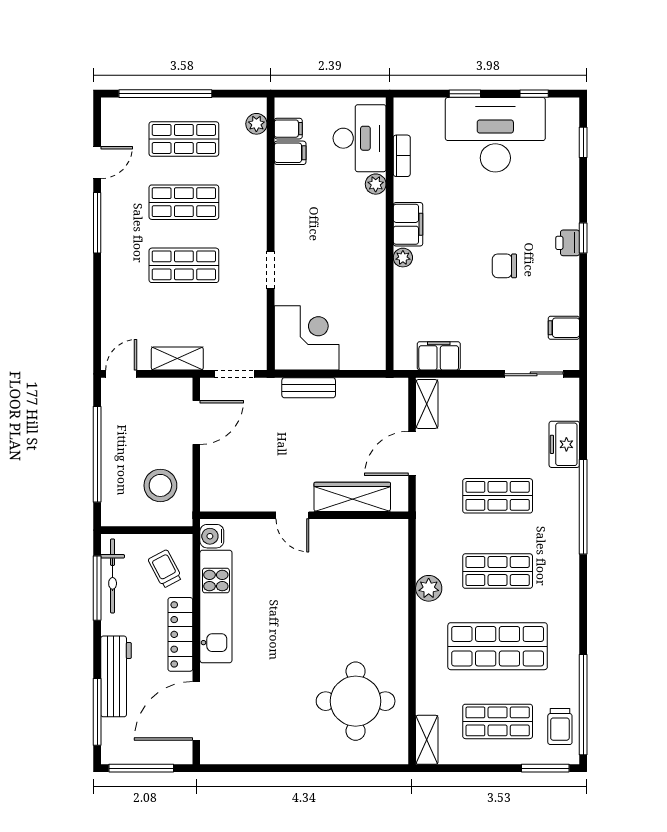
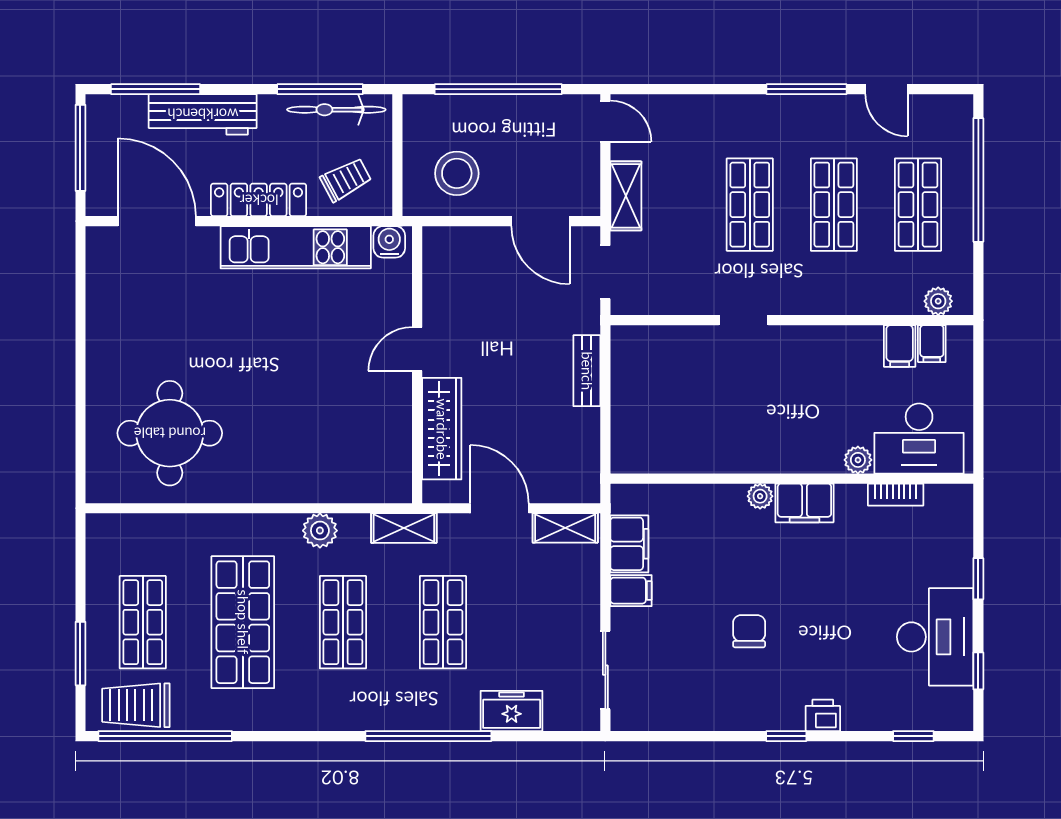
desk: (495, 135) -> (935, 637), width x0.73, depth x0.77
printer: (568, 243) -> (823, 715), moved
filing cabinet: (564, 328) -> (631, 591), moved, turned 90
corner desk: (307, 338) -> (653, 368), removed
trolley: (560, 727) -> (136, 705), width x1.36, depth x1.39
shelving: (427, 740) -> (404, 528), moved
window: (545, 768) -> (80, 654), moved

